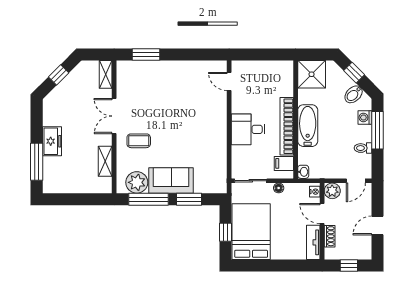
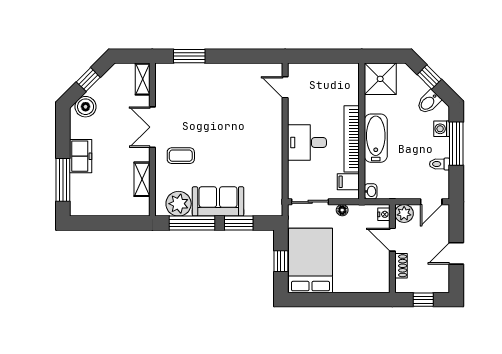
boiler: (56, 98) -> (86, 107), added
tv unit: (313, 242) -> (382, 273), removed

